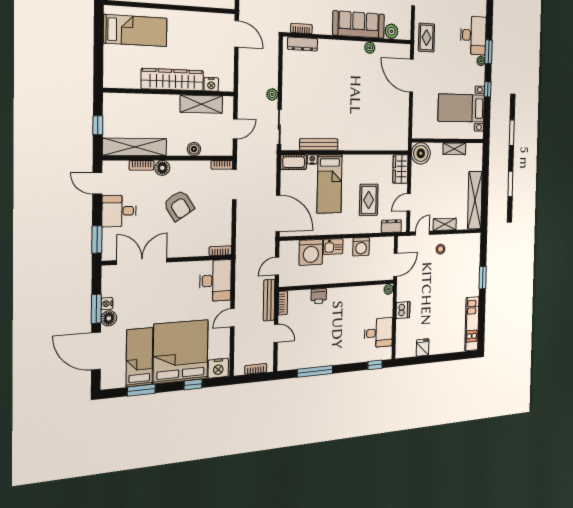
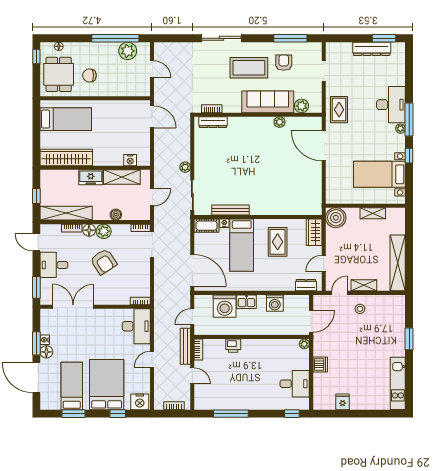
window: (489, 52) -> (409, 119), width x1.44
wardrobe: (173, 80) -> (66, 157), moved
freezer: (165, 104) -> (91, 177), added
plant: (180, 169) -> (104, 231), added
rug: (369, 200) -> (278, 242), moved
bed: (181, 352) -> (107, 385), width x0.73

